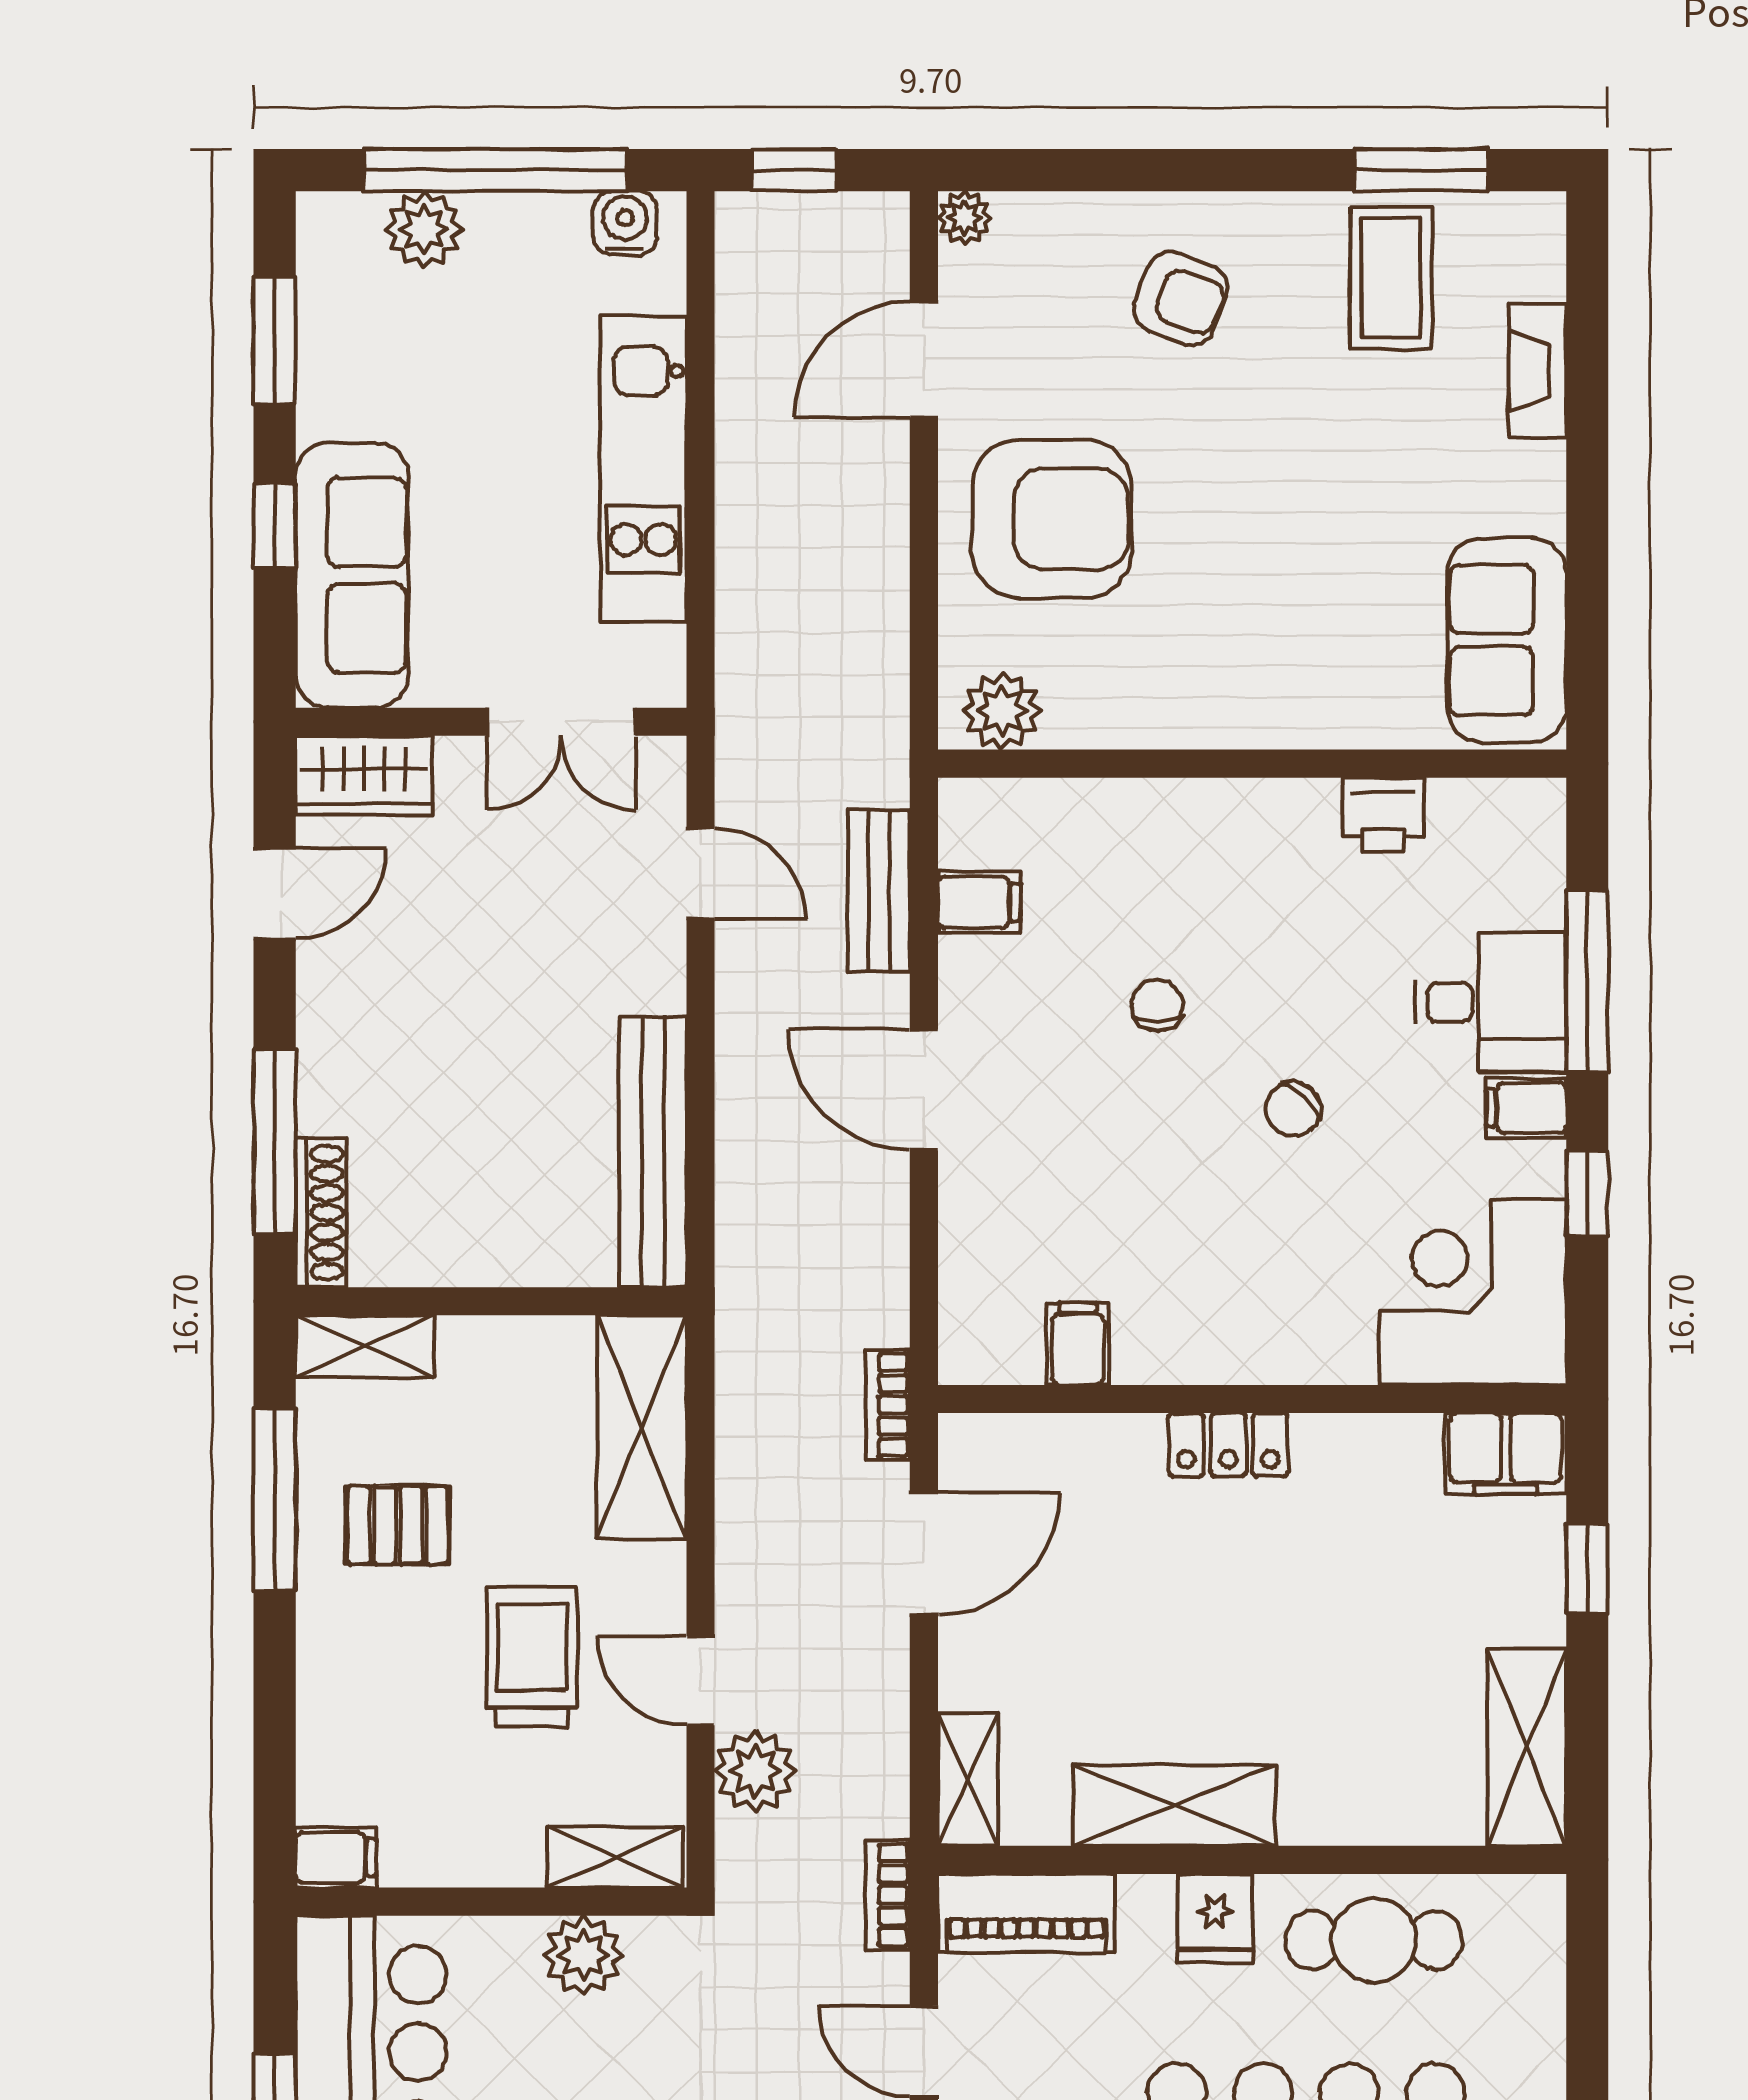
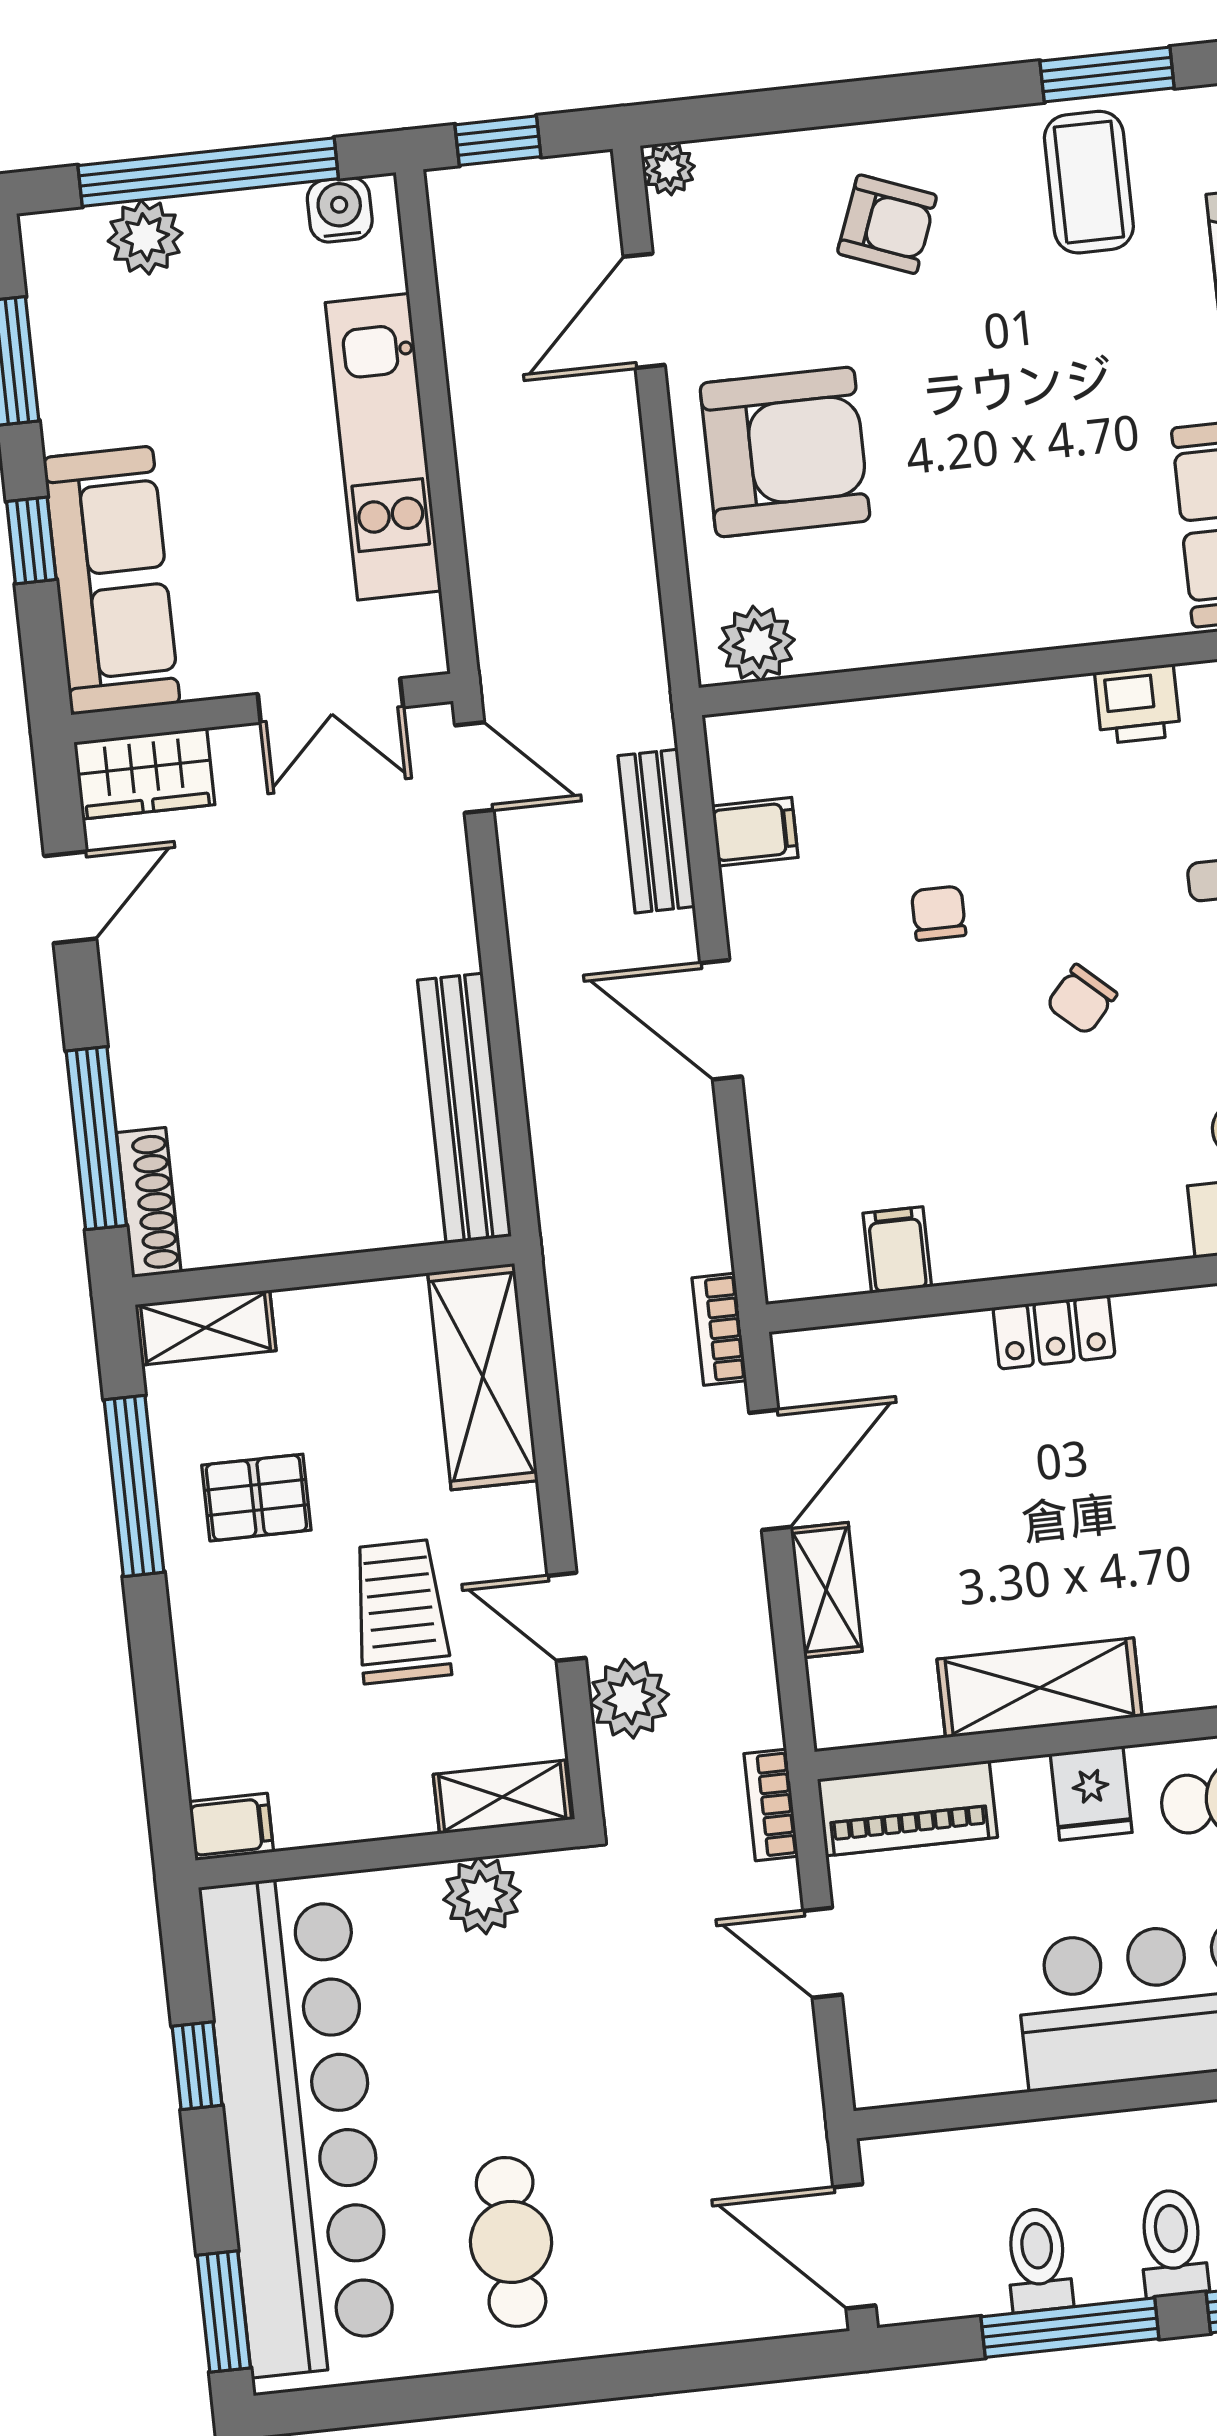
door: (700, 874) -> (474, 768), moved
shelving: (968, 1779) -> (826, 1590), moved

